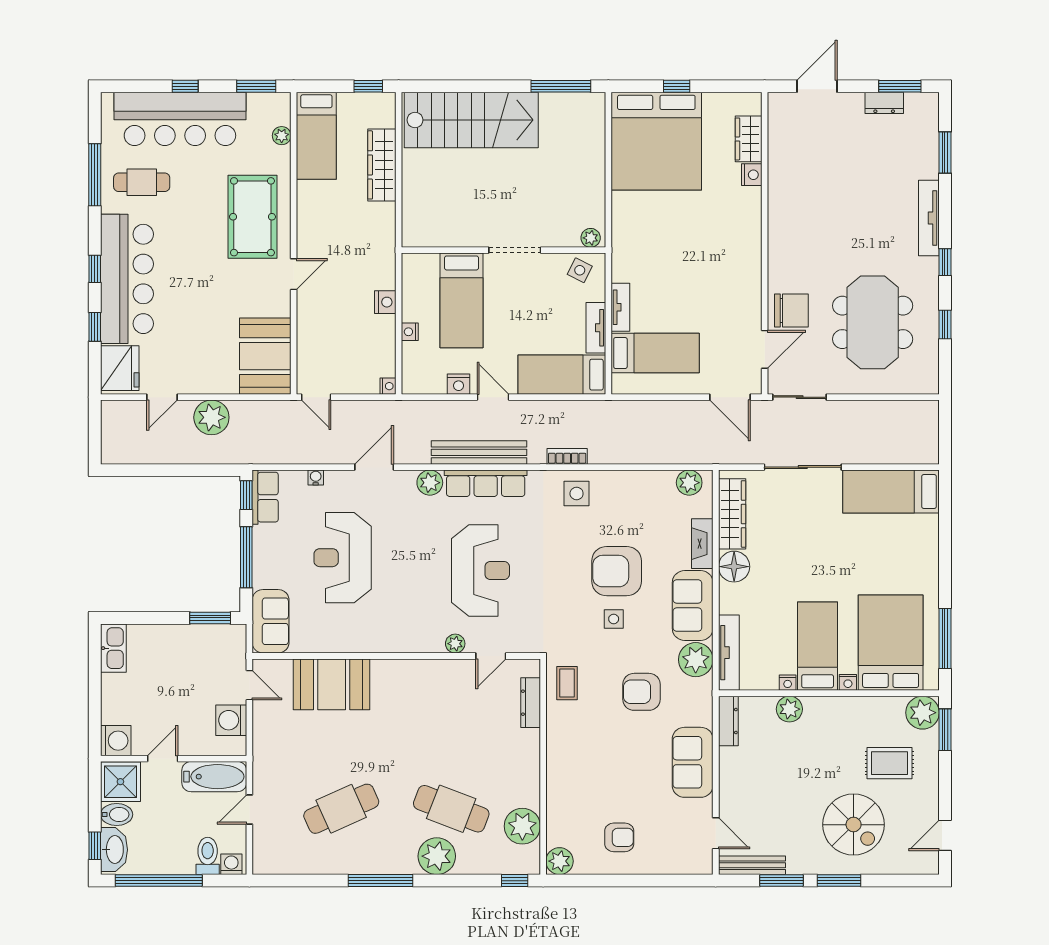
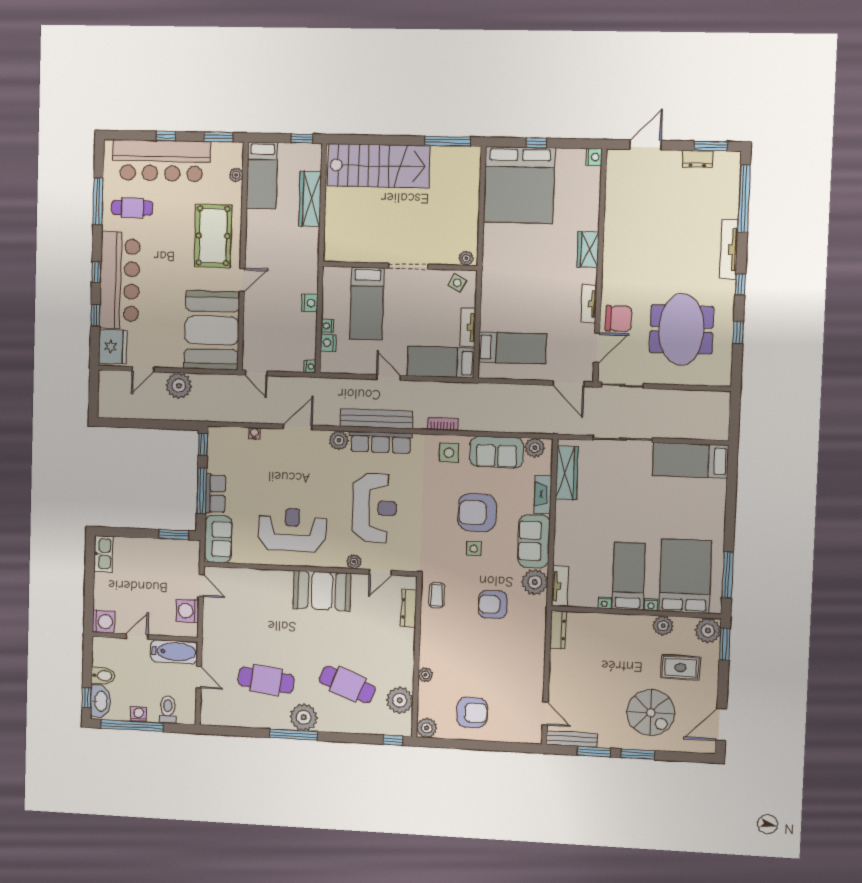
wardrobe: (749, 139) -> (588, 250), moved
window: (945, 153) -> (744, 199), width x2.11
nightstand: (752, 175) -> (594, 157), moved
tv unit: (620, 307) -> (589, 304), moved, turned 180
booth: (265, 356) -> (212, 330), width x1.36, depth x1.42
nightstand: (459, 384) -> (328, 343), moved, turned 90
row of seats: (265, 497) -> (215, 494), moved
reception desk: (343, 558) -> (292, 530), moved, turned 90
floor lamp: (734, 567) -> (567, 513), removed
tv unit: (729, 653) -> (560, 586), width x0.71
booth: (332, 684) -> (322, 591), moved
plant: (789, 709) -> (663, 626), moved
sofa: (693, 762) -> (497, 452), moved, turned -90
shower: (120, 782) -> (106, 652), removed
plant: (556, 790) -> (425, 675), added
door: (249, 809) -> (199, 677), swing flipped
cafe table: (341, 809) -> (266, 680), turned 30
door: (945, 835) -> (721, 725), width x1.38
armchair: (619, 837) -> (472, 713), width x1.38, depth x1.38
plant: (437, 856) -> (304, 717), moved
washing machine: (231, 864) -> (139, 714), moved

